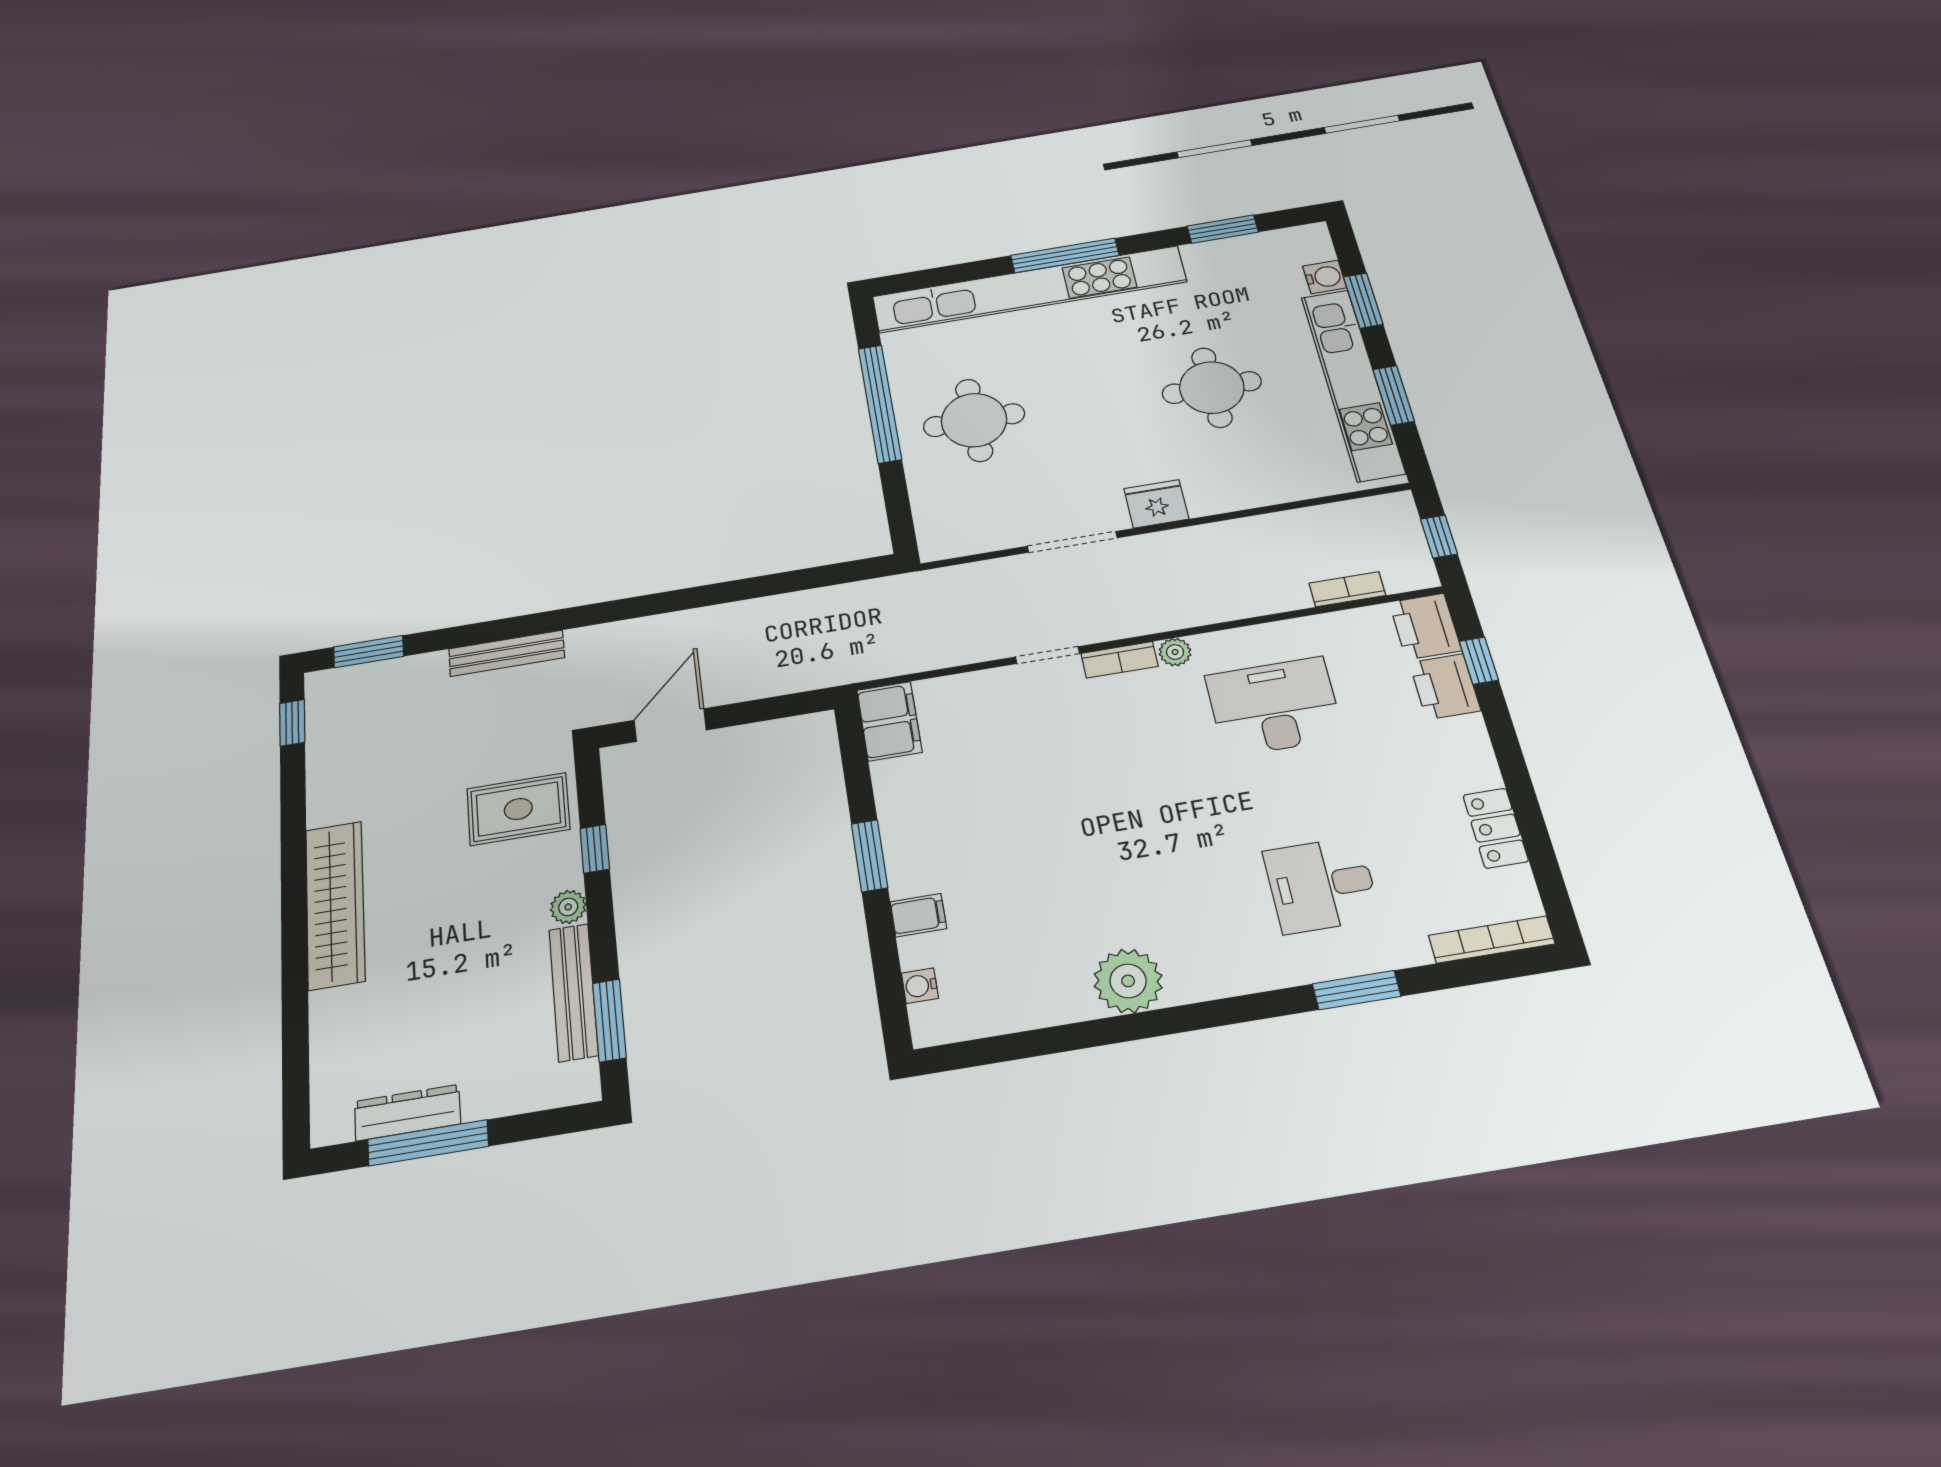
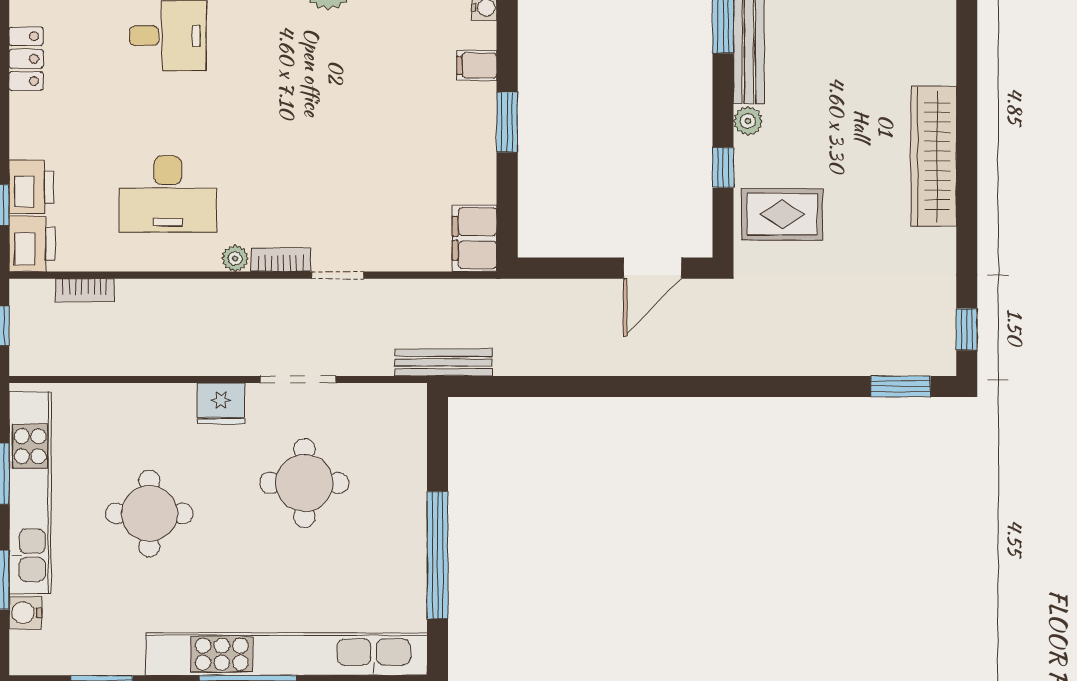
round table: (974, 420) -> (304, 483), moved
bench: (507, 653) -> (444, 362), moved

